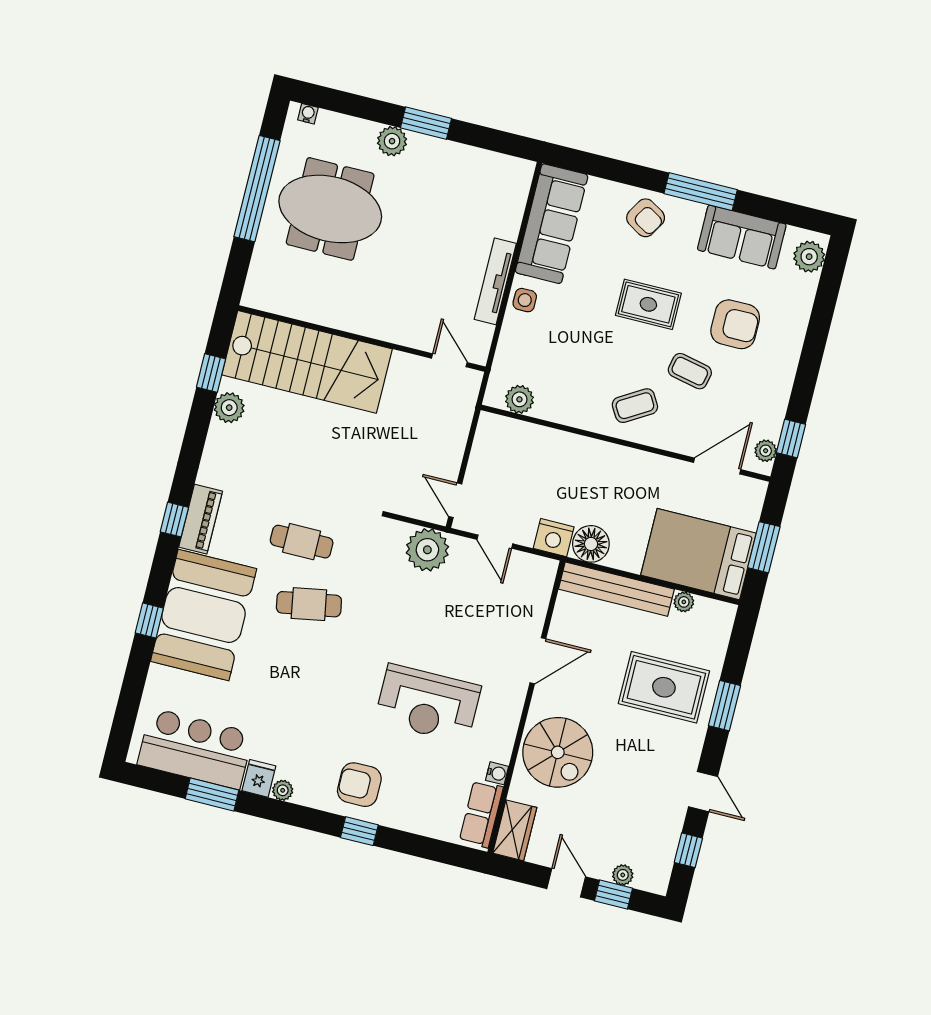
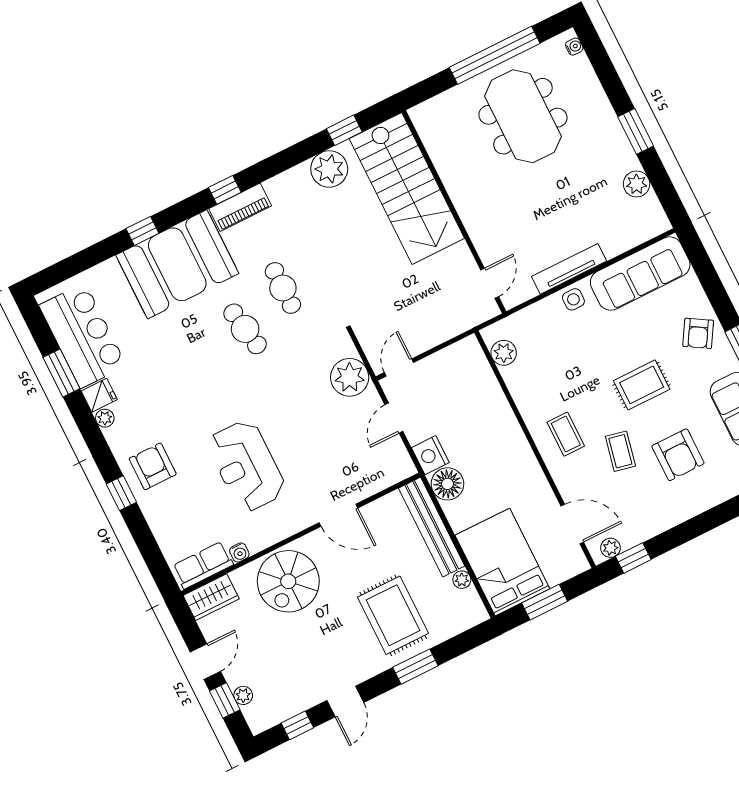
plant: (392, 141) -> (637, 184), moved
rug: (648, 304) -> (642, 385), turned 90
coffee table: (635, 406) -> (566, 434), turned 31
plant: (229, 408) -> (329, 169), width x1.36, depth x1.36

